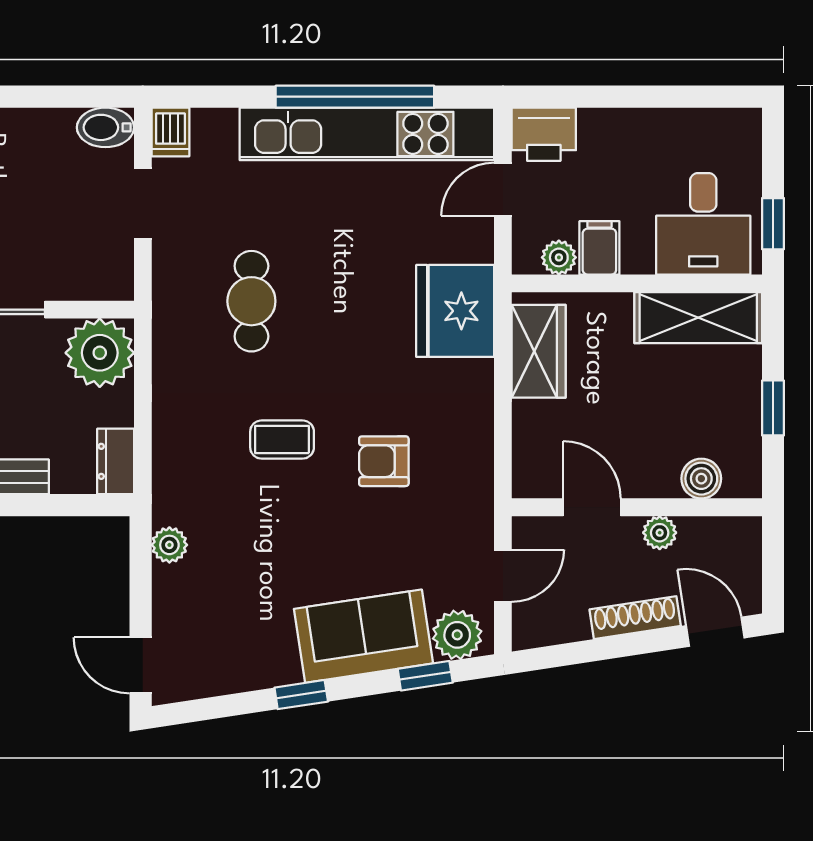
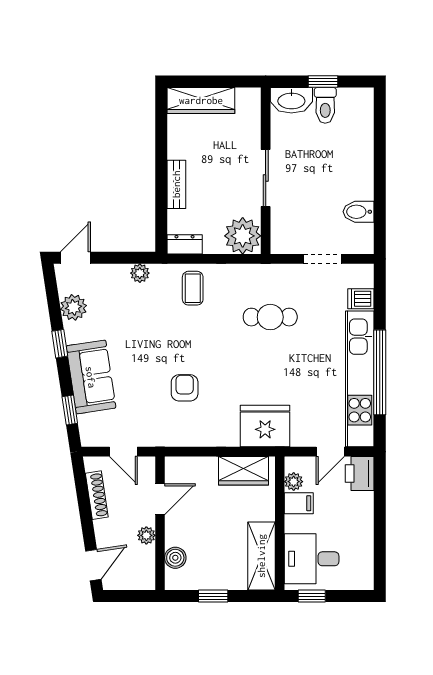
bidet: (105, 127) -> (358, 212), moved, turned -90
dishwasher: (170, 132) -> (361, 299), moved
door: (503, 189) -> (330, 452), swing flipped
coffee table: (282, 440) -> (193, 288), moved
shoe rack: (635, 618) -> (97, 495), moved
plant: (457, 635) -> (74, 307), moved

